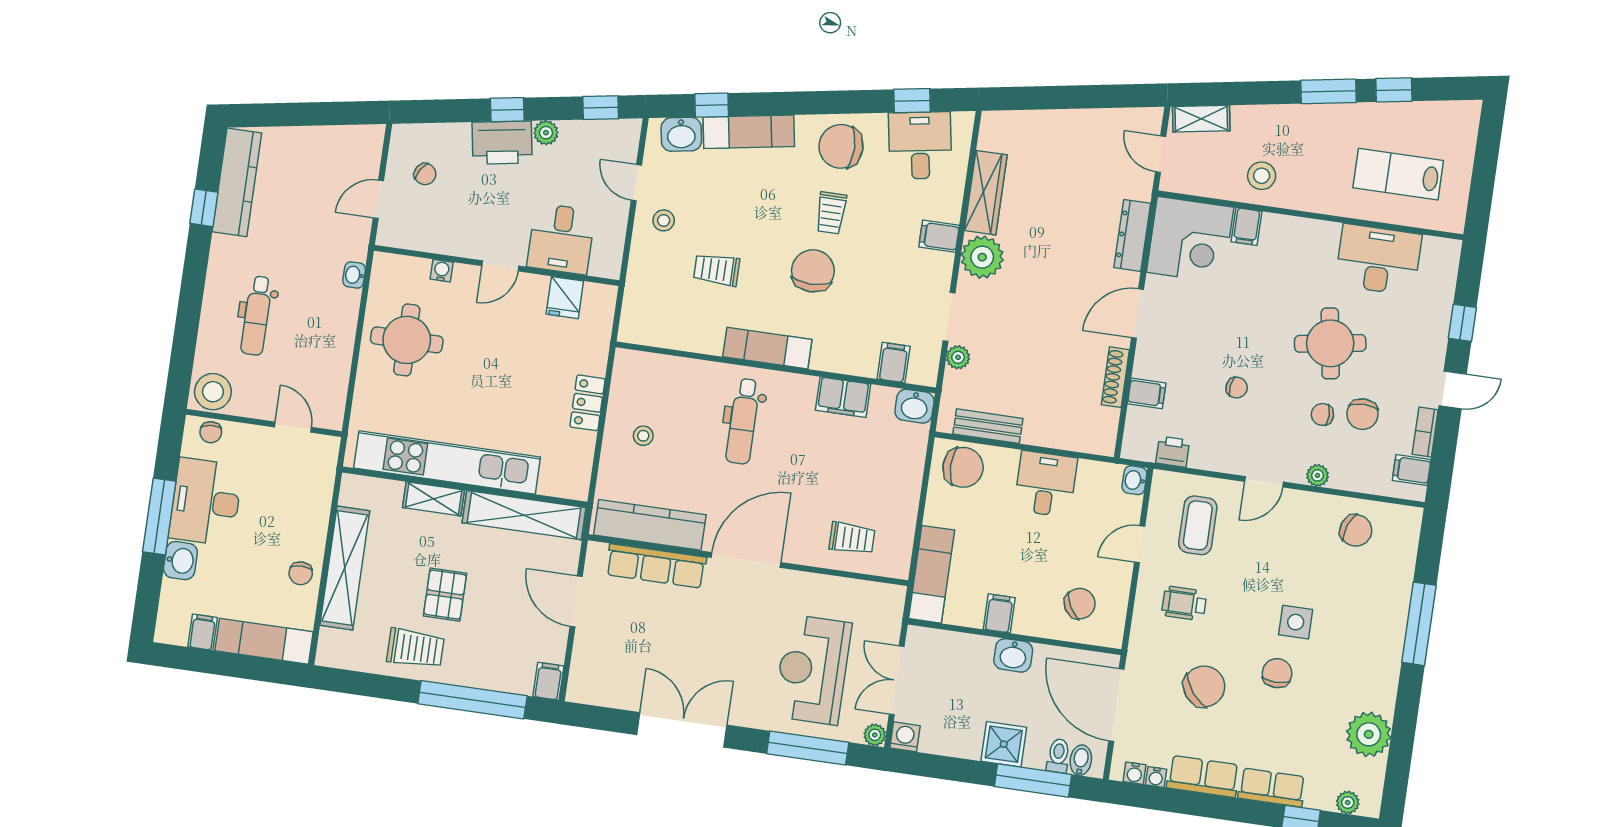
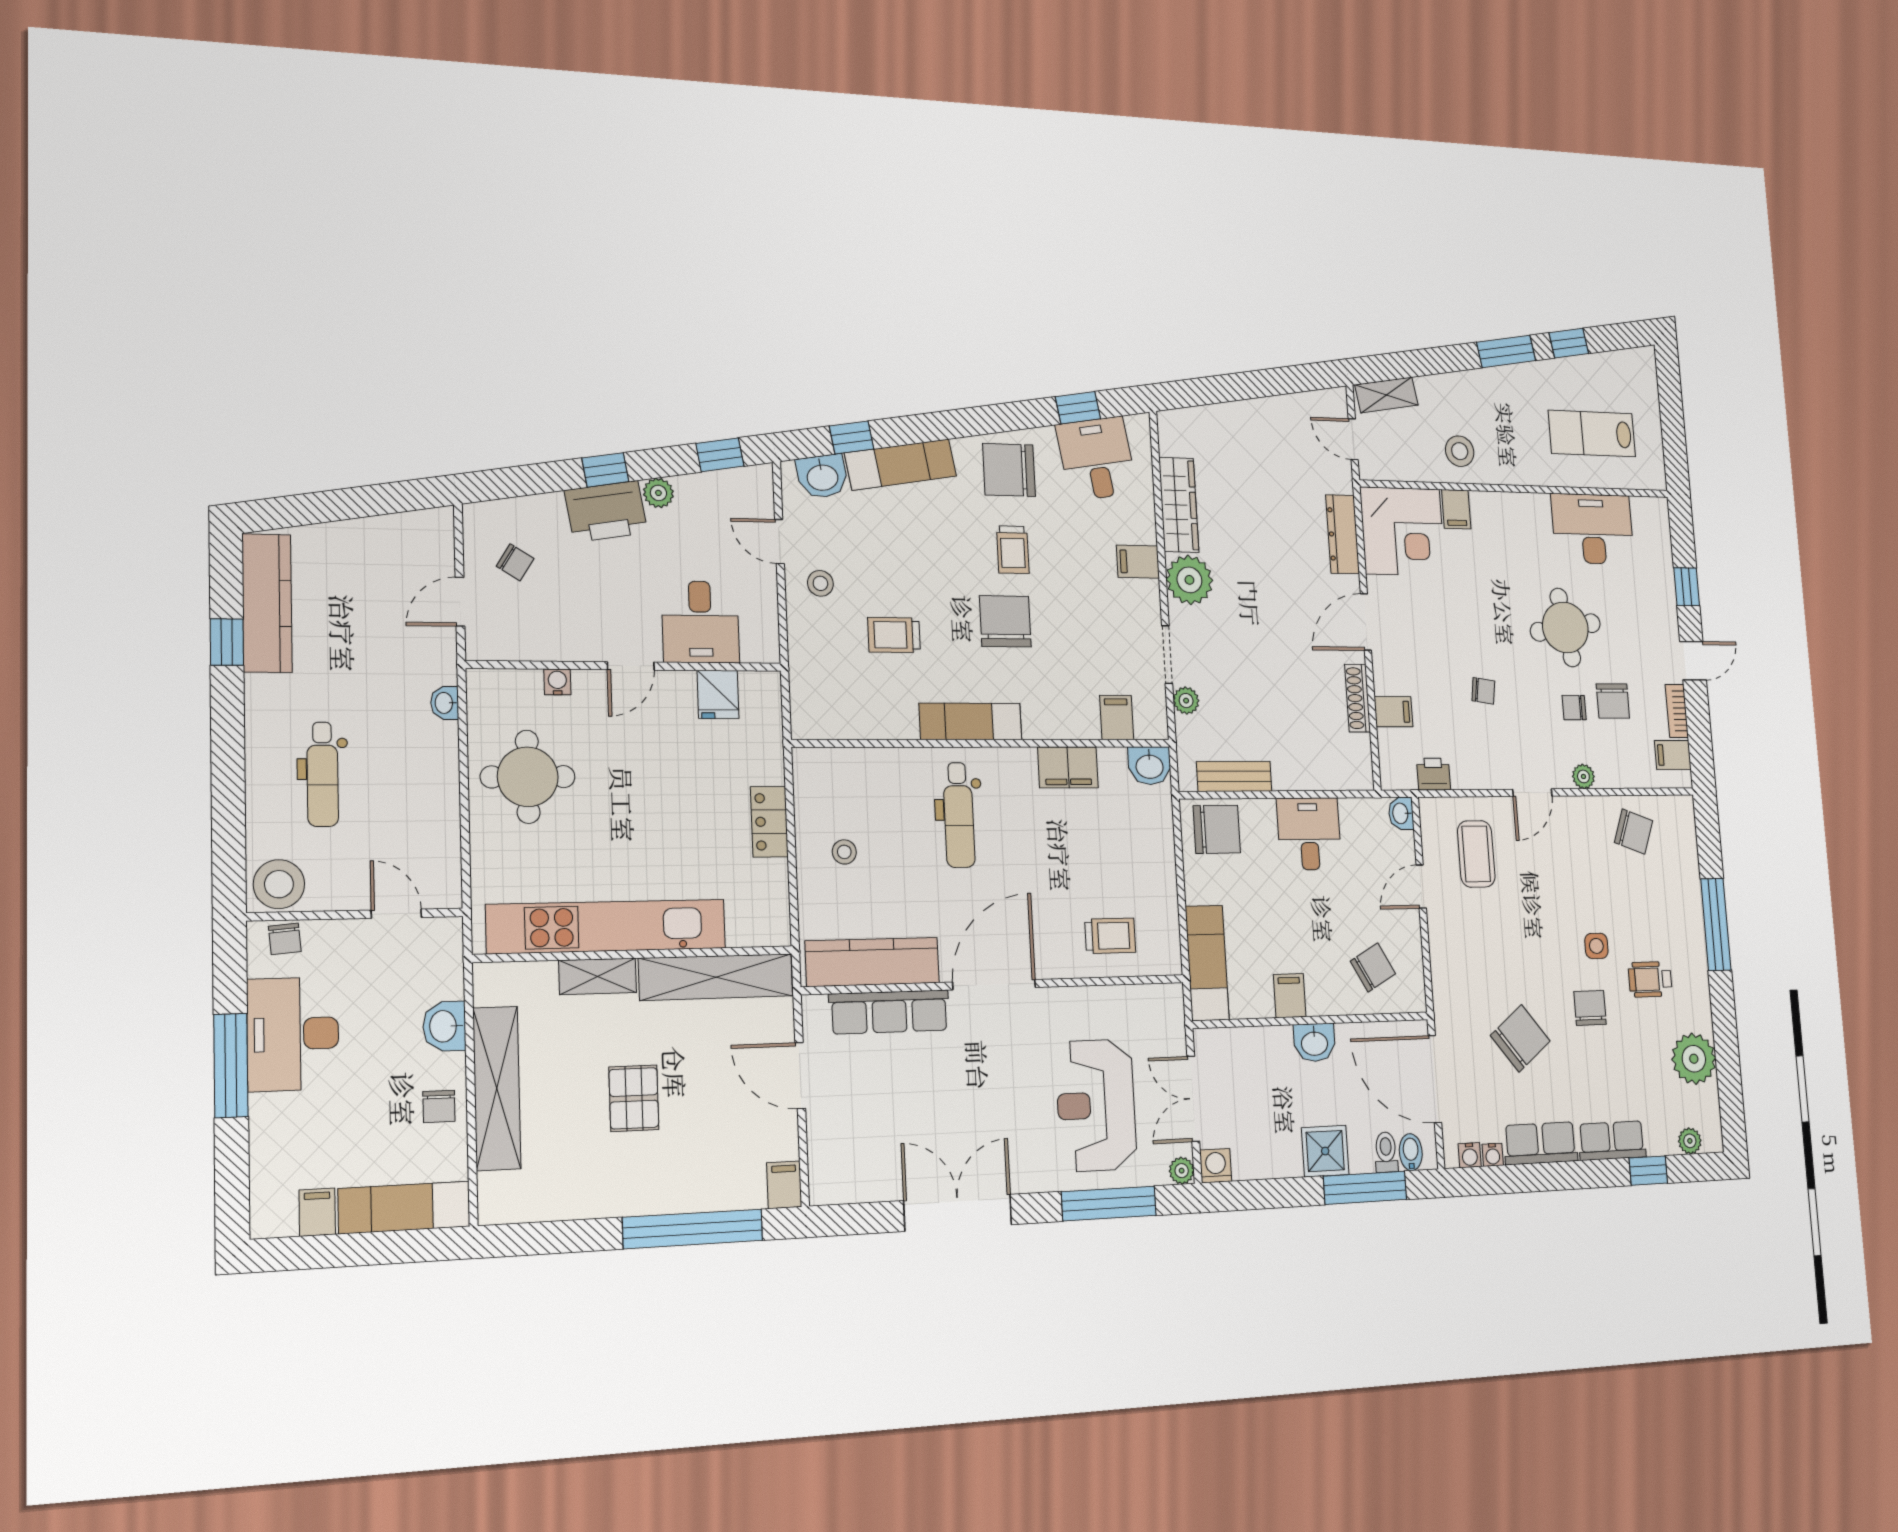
washbasin: (180, 561) -> (444, 1026), moved, turned 180
wheelchair: (1184, 603) -> (1650, 979), moved
side table: (1296, 622) -> (1596, 946), width x0.73, depth x0.73
trolley: (415, 648) -> (608, 1176), removed

